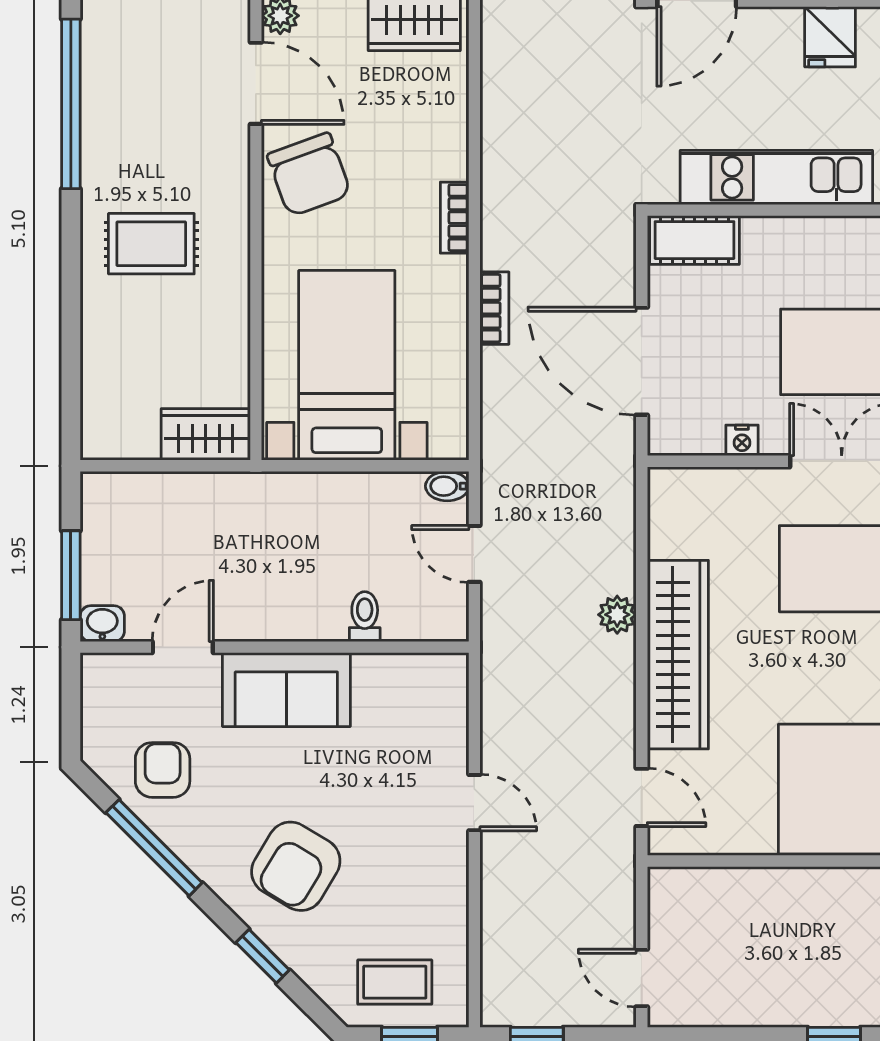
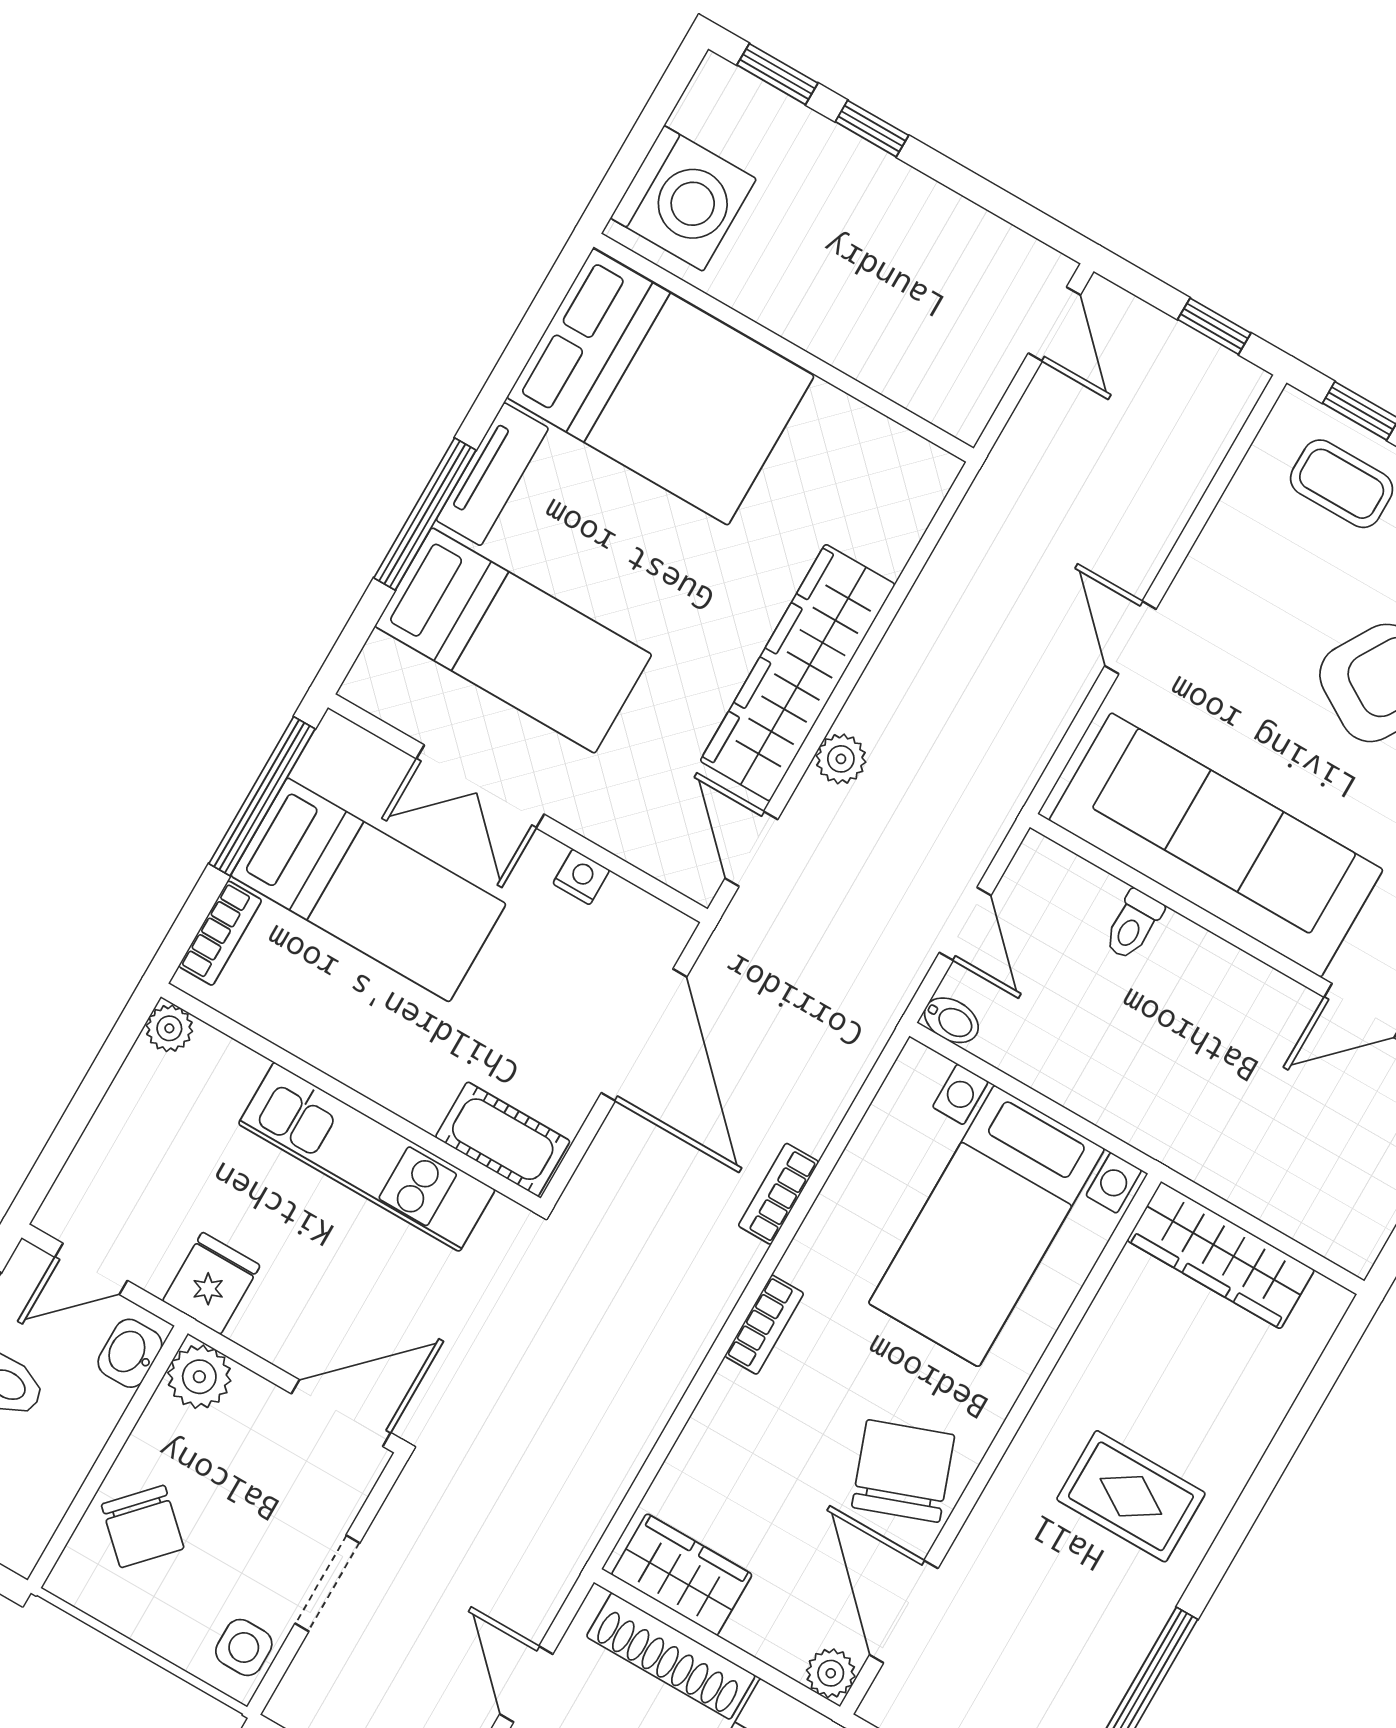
wardrobe: (206, 434) -> (1221, 1255), width x1.50
sofa: (286, 690) -> (1216, 845), width x1.85, depth x1.27
door: (642, 797) -> (751, 849), moved

